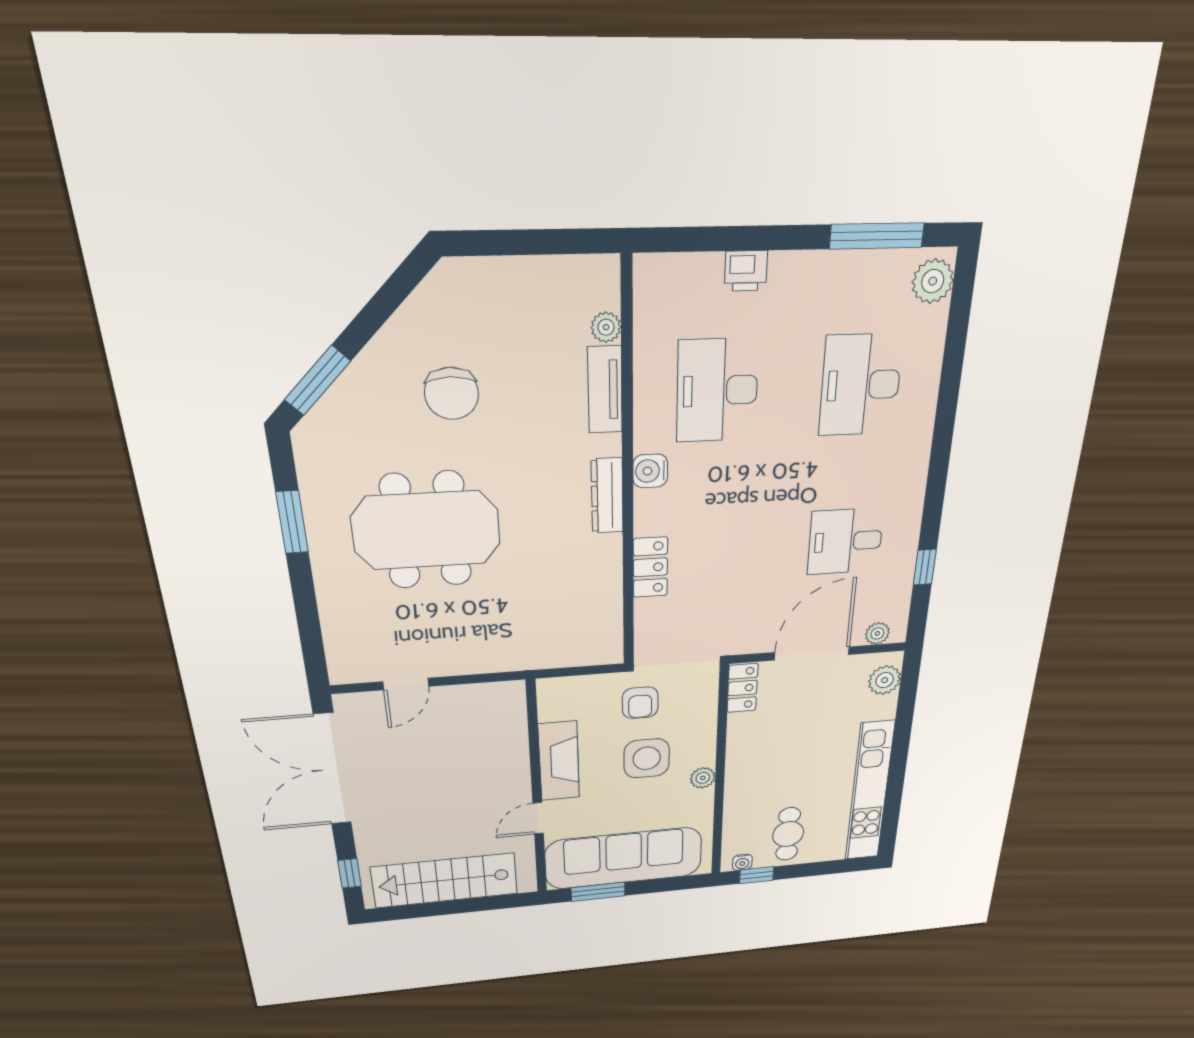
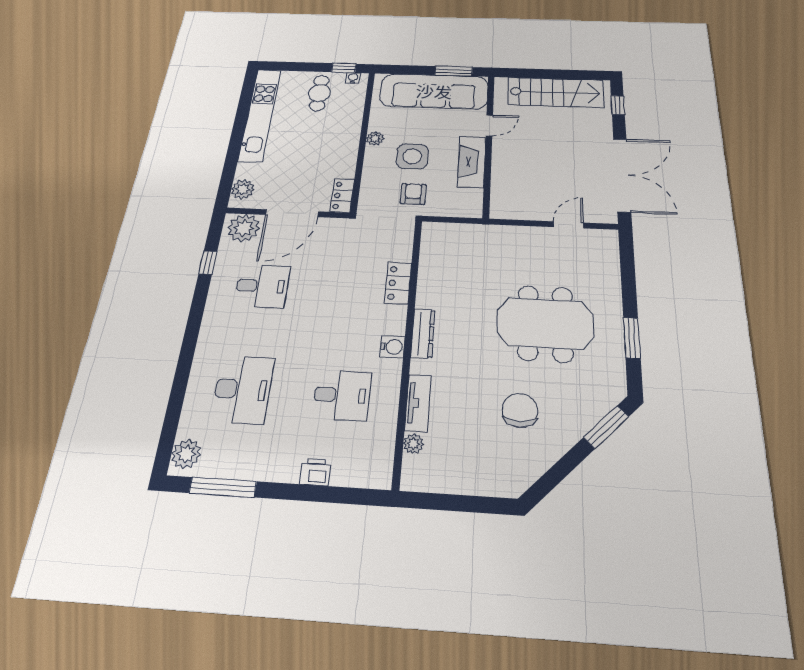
desk: (717, 391) -> (342, 395), width x0.73
plant: (877, 633) -> (244, 228), width x1.88, depth x1.88

